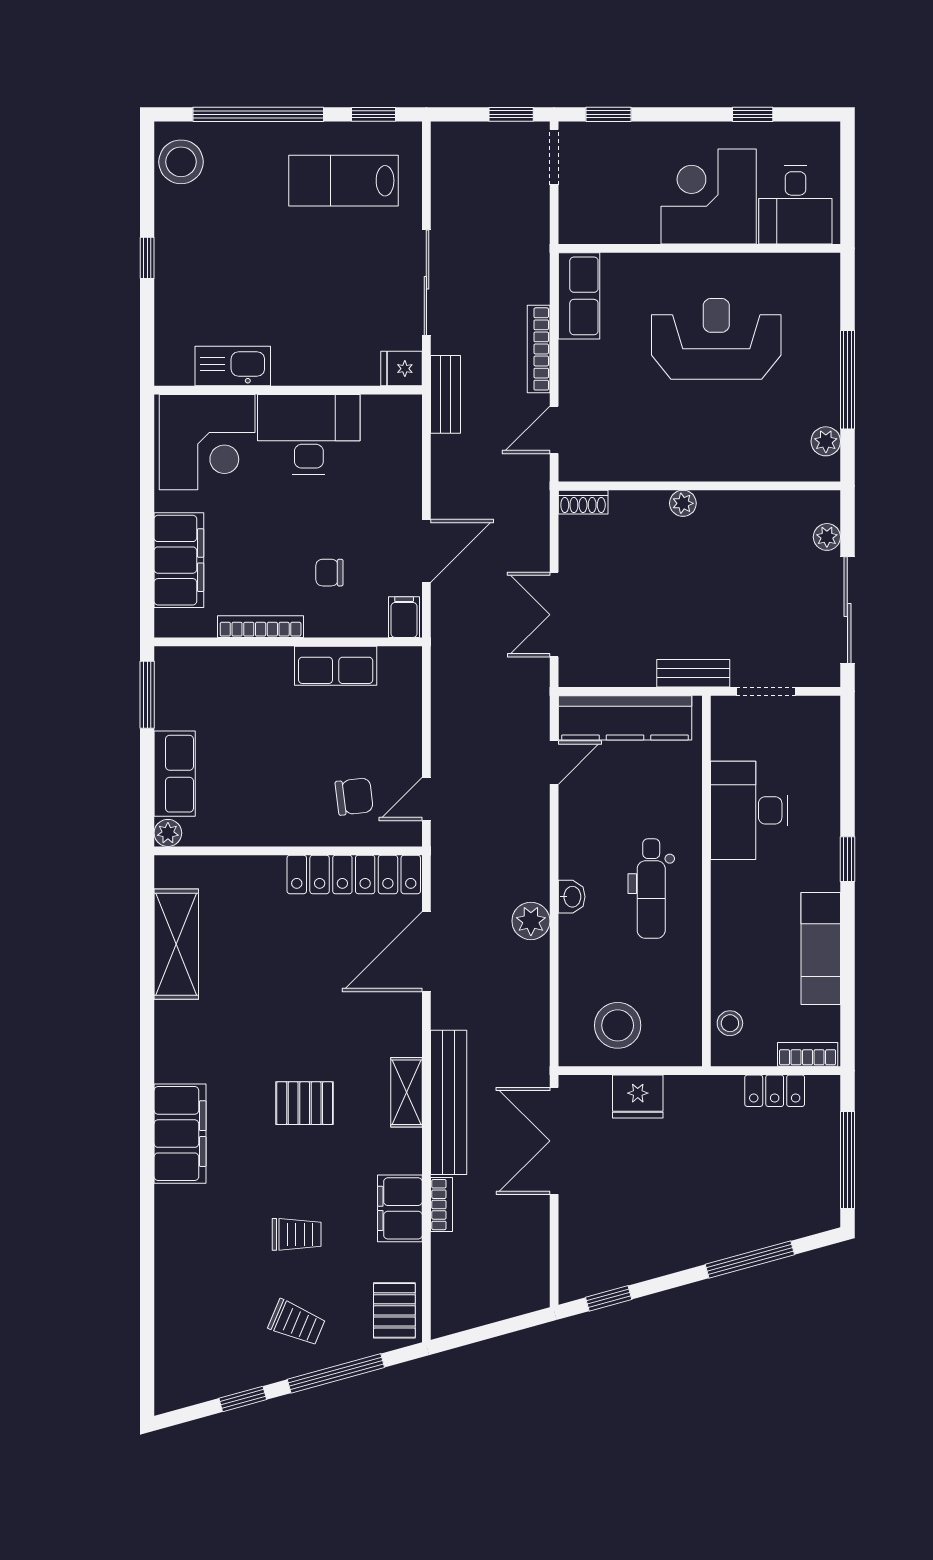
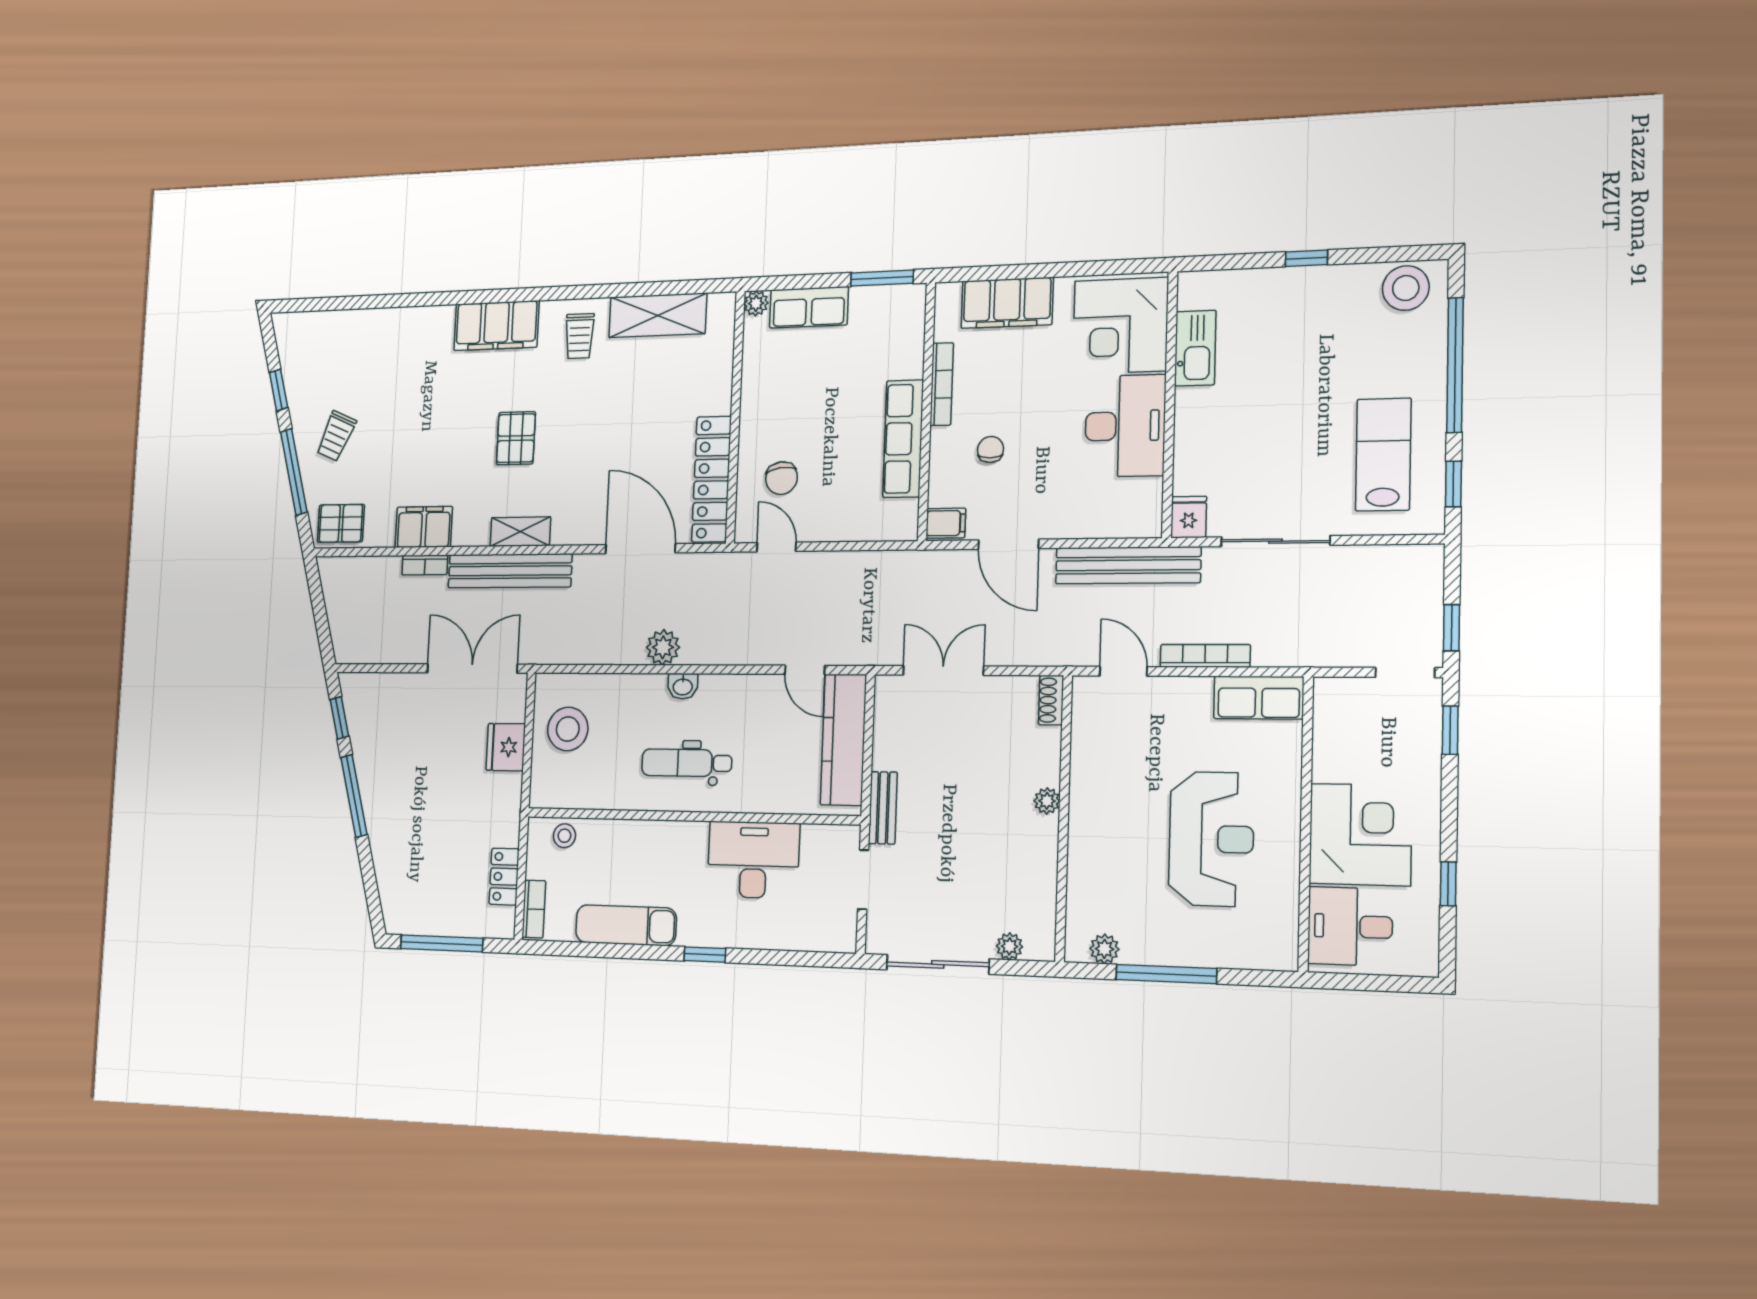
bench: (446, 394) -> (1128, 565), width x1.86, depth x1.21
row of seats: (336, 666) -> (903, 439), width x1.48
trolley: (297, 1234) -> (579, 336), moved
window: (750, 1260) -> (354, 796), moved

